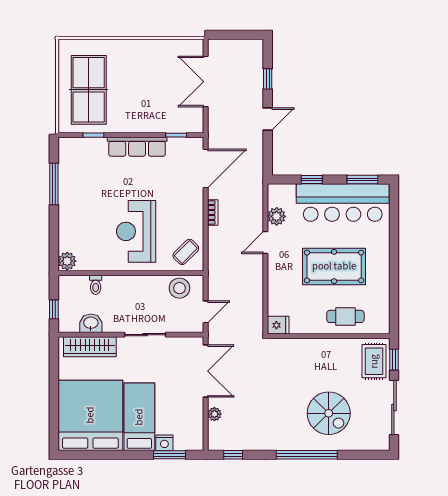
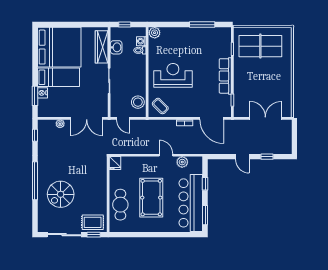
washing machine: (81, 282) -> (141, 41), added
cafe table: (345, 316) -> (120, 205), width x1.37, depth x1.35

